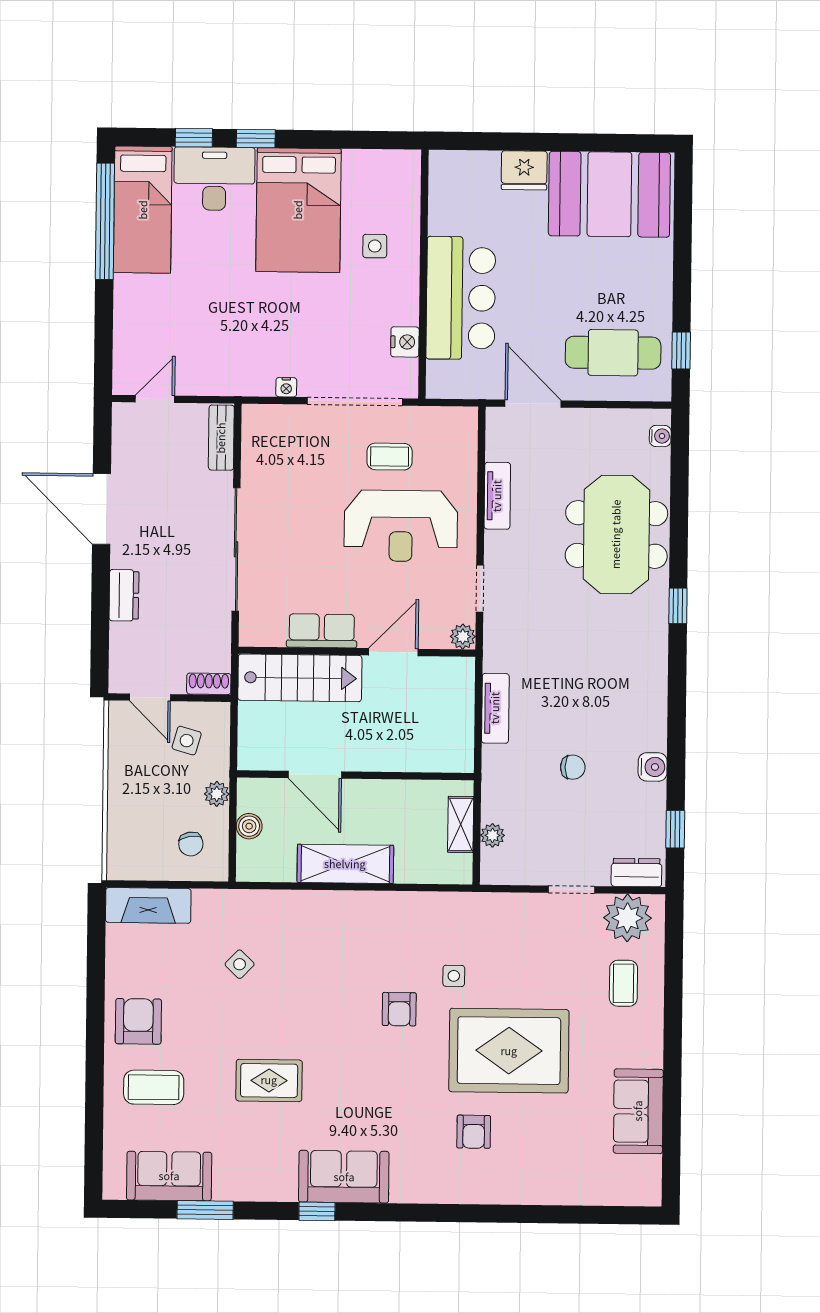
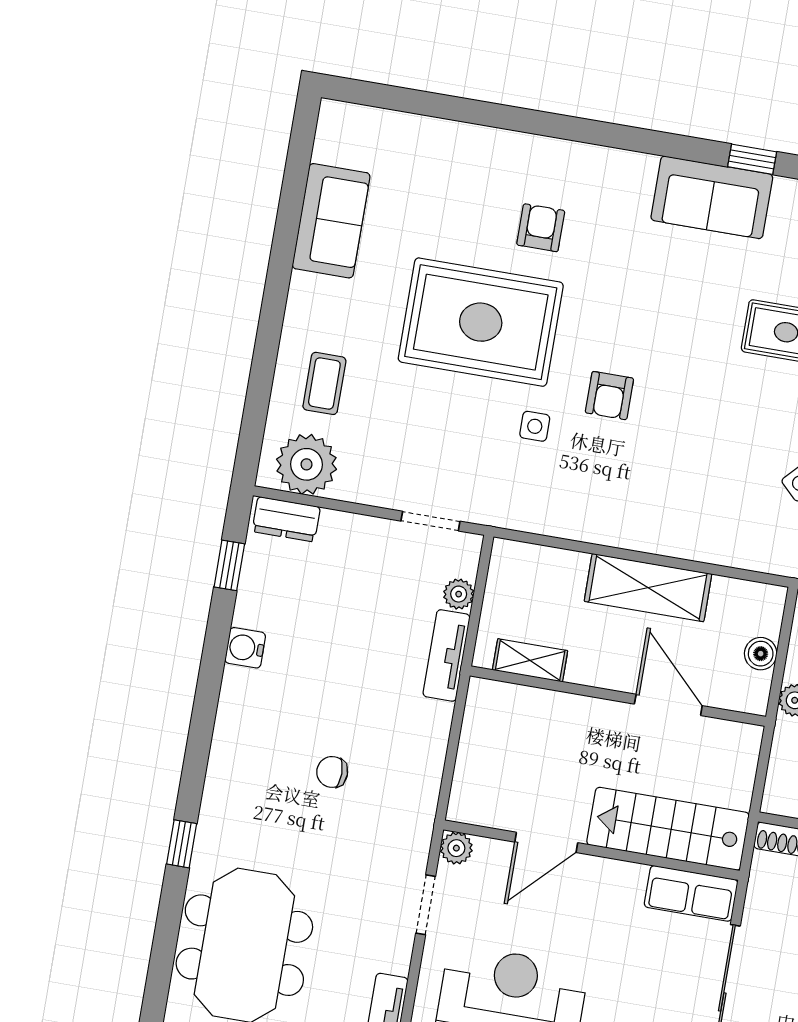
row of seats: (322, 631) -> (691, 893), moved
tv unit: (495, 708) -> (447, 655), moved
chair: (573, 767) -> (332, 772), moved
shelving: (461, 824) -> (530, 660), moved, turned 90
doorway: (572, 889) -> (430, 521), moved
armchair: (399, 1009) -> (609, 396), turned 180

